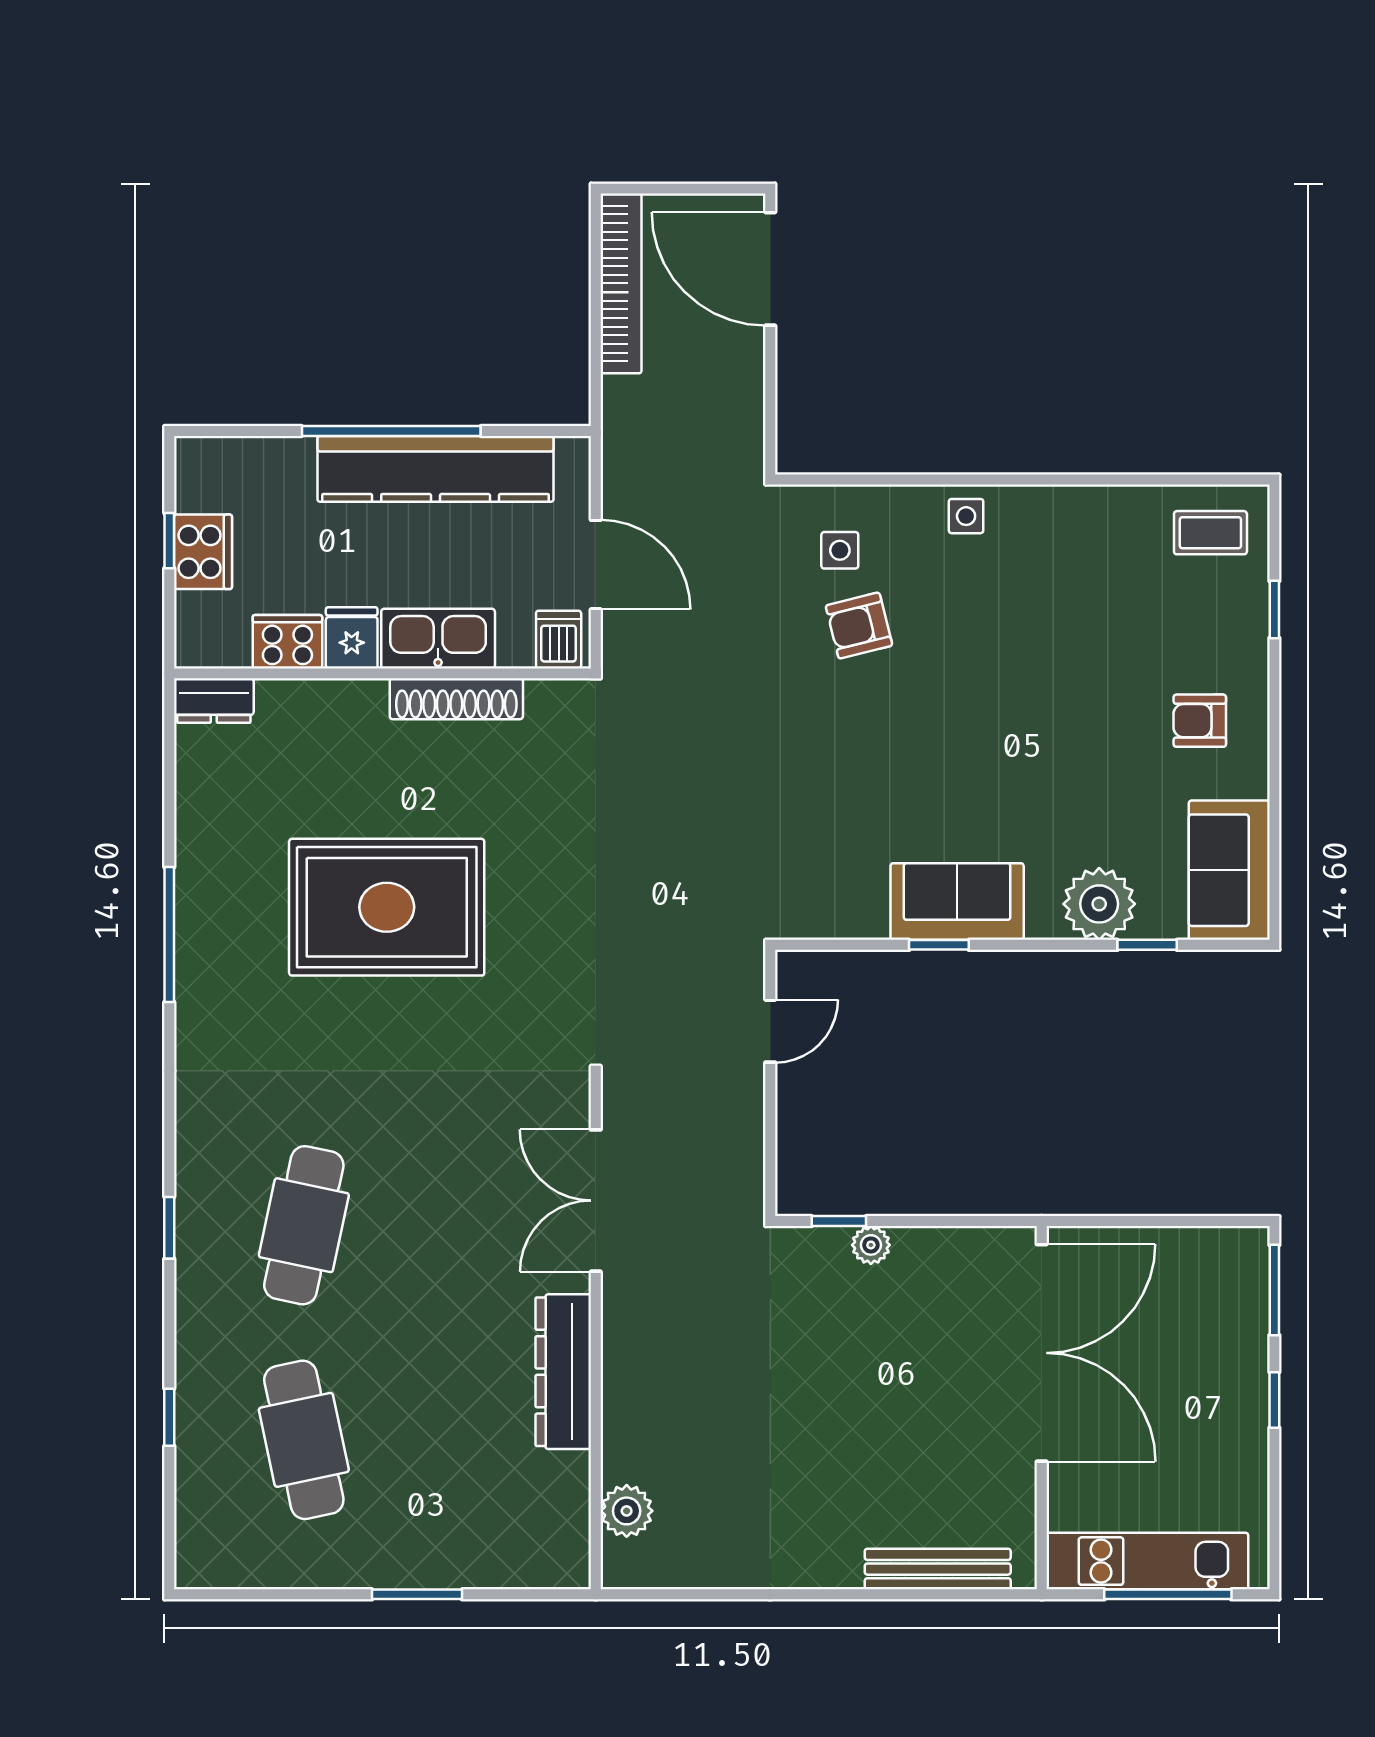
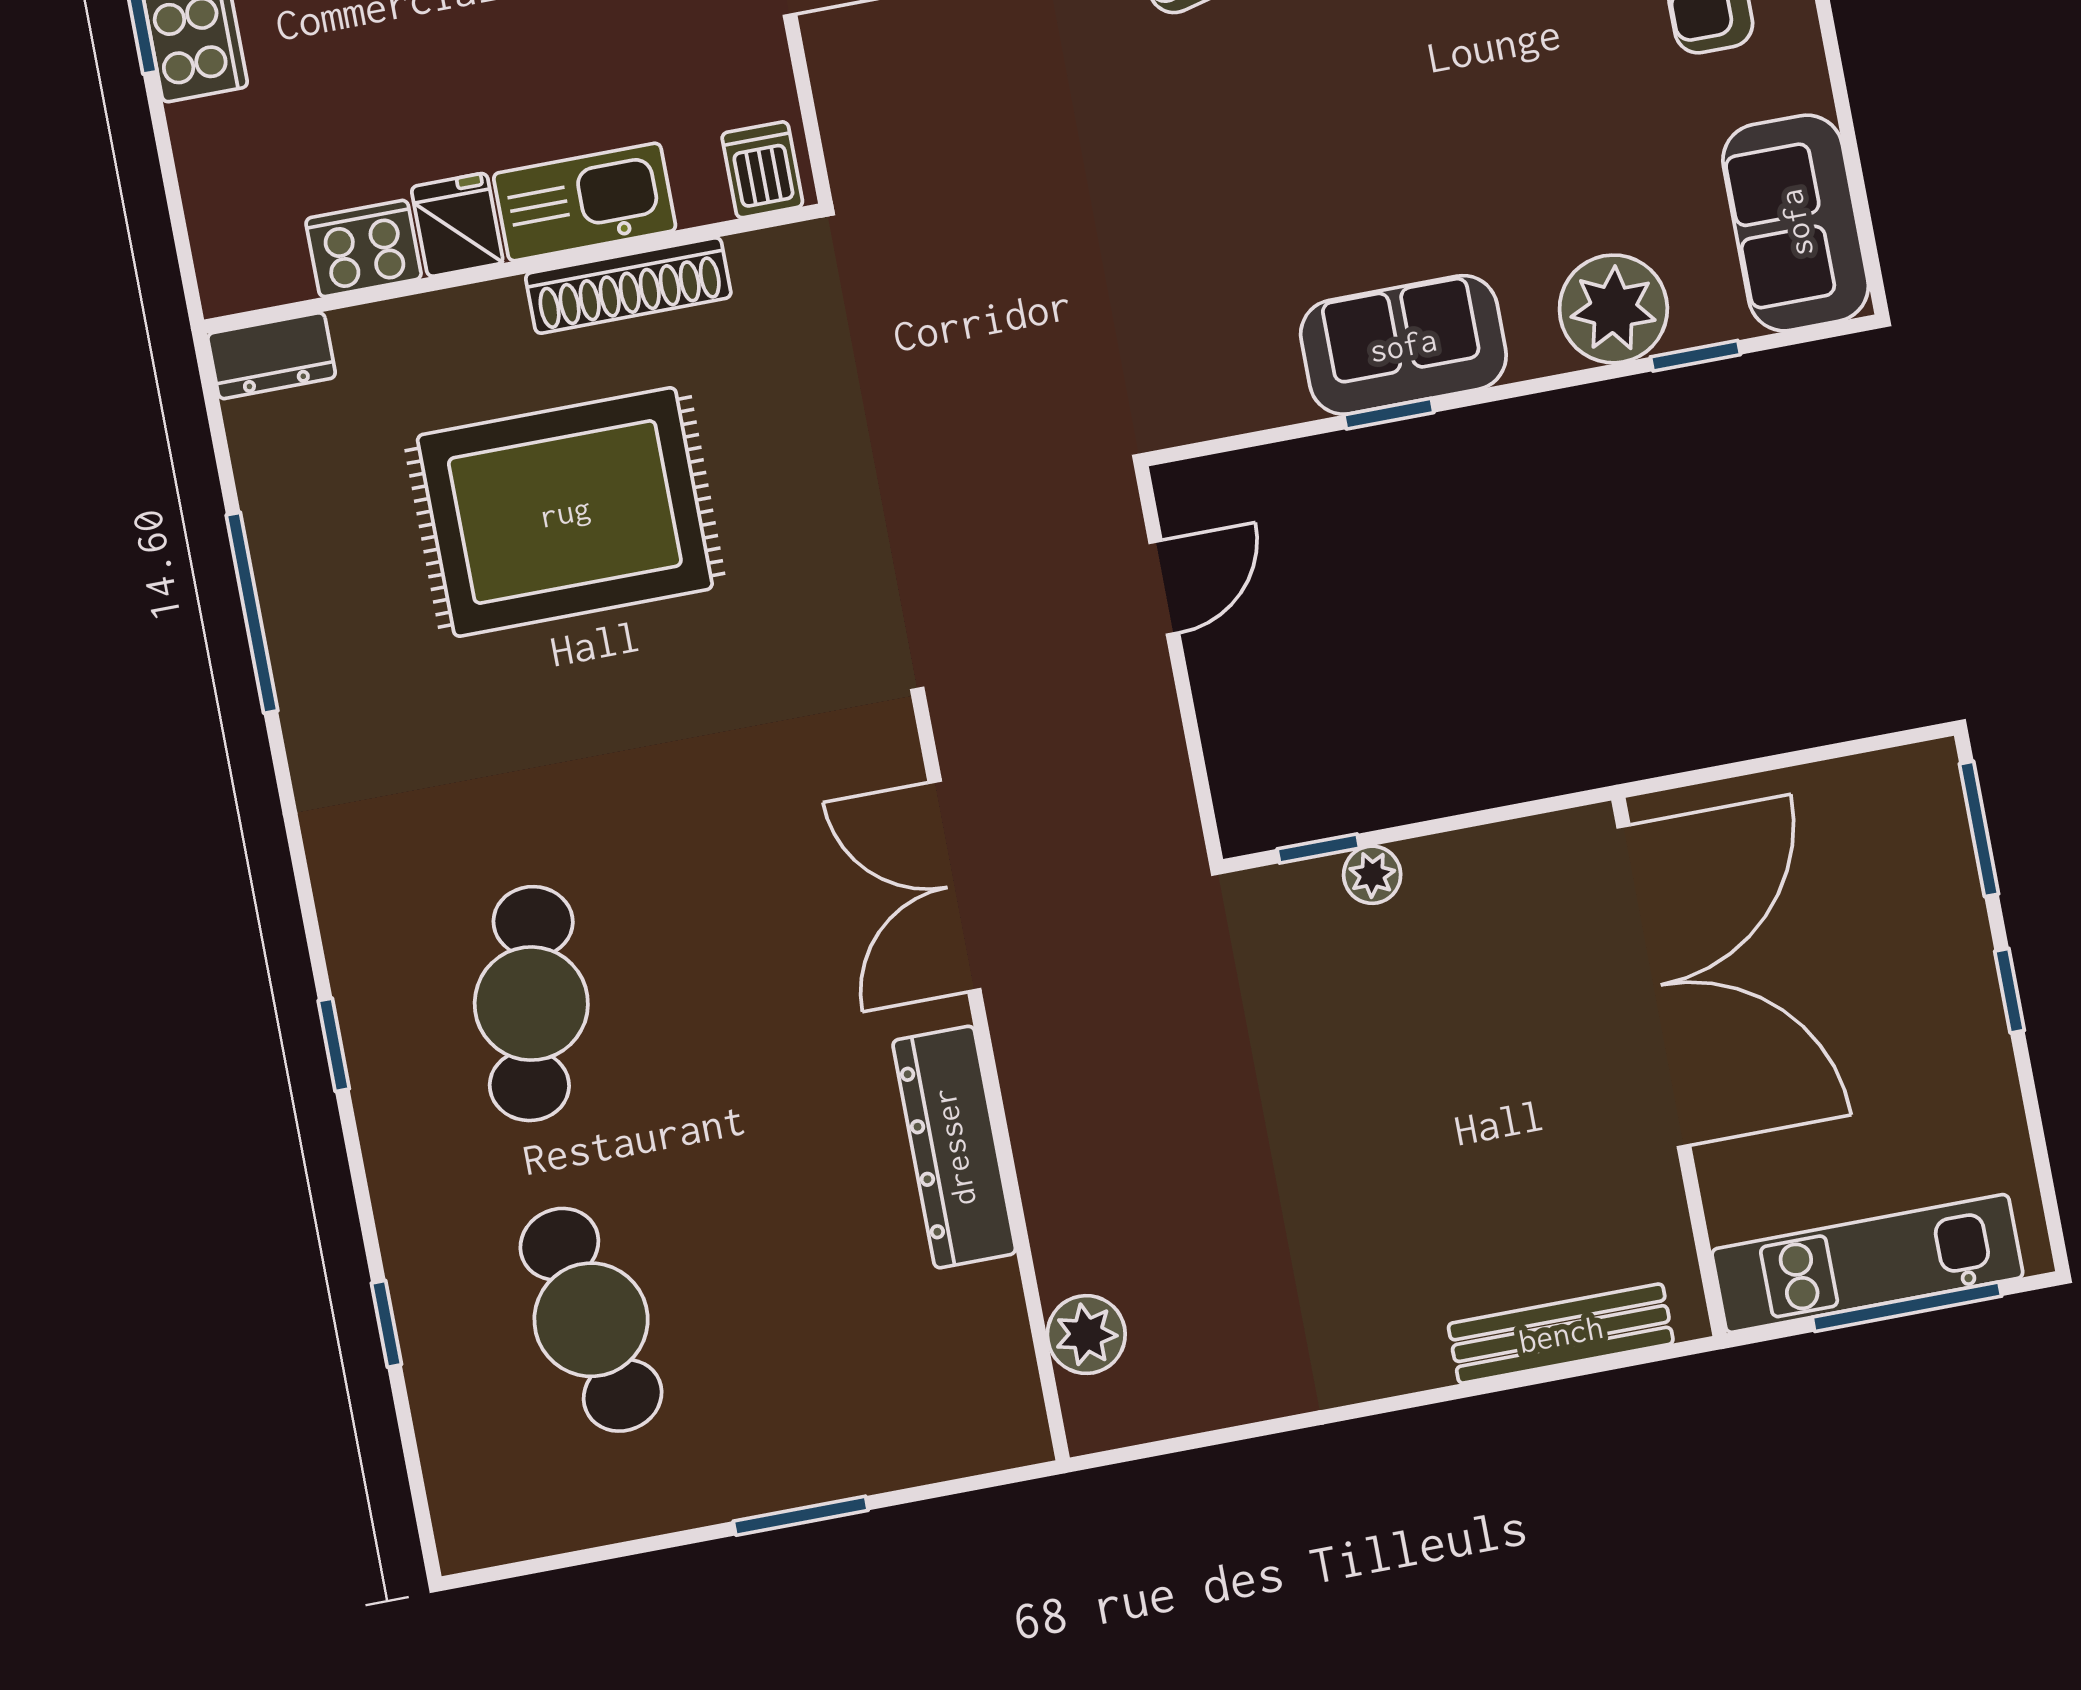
fridge: (352, 638) -> (457, 225), moved
kitchen sink: (438, 639) -> (585, 202), moved
dishwasher: (559, 640) -> (762, 170), moved
cooker: (287, 642) -> (364, 248), moved
wall: (383, 673) -> (512, 269), moved
shoe rack: (456, 699) -> (628, 285), moved
dresser: (214, 701) -> (272, 356), moved

